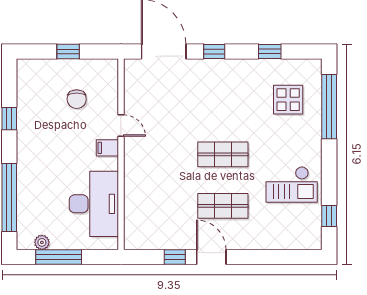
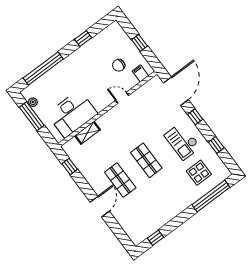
door: (121, 126) -> (122, 98), swing flipped
filing cabinet: (107, 148) -> (140, 73), moved
checkout: (292, 184) -> (182, 141), moved
shelving: (132, 203) -> (87, 133), added
window: (175, 257) -> (70, 167), moved
door: (211, 257) -> (100, 207), moved

